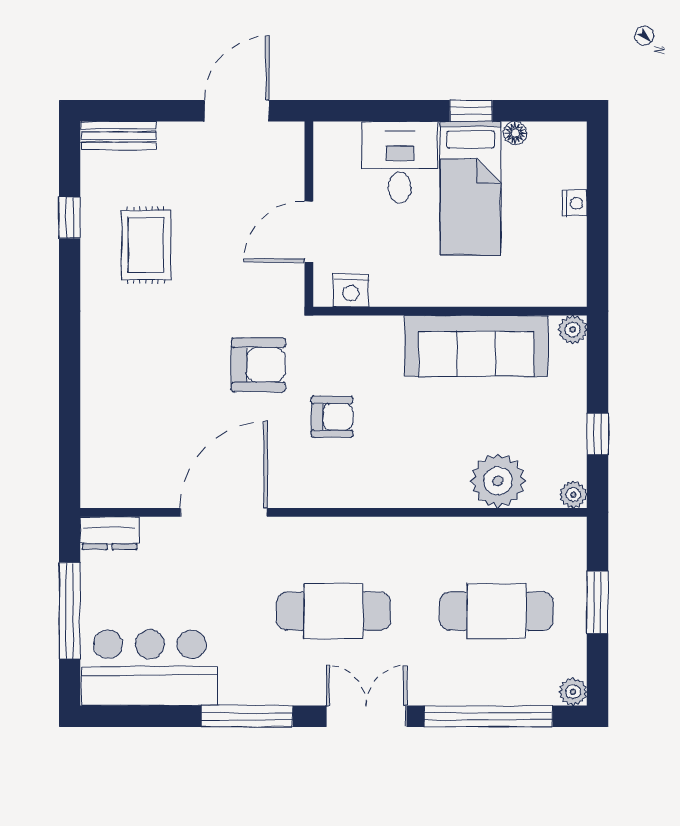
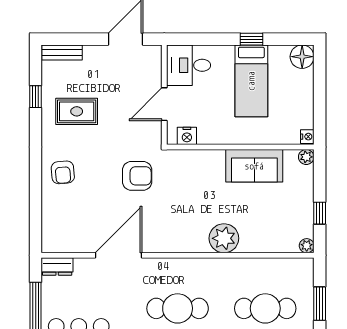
floor lamp: (515, 133) -> (302, 57), moved, width x1.89, depth x1.89
desk: (400, 162) -> (189, 65), moved, turned -90
nightstand: (575, 203) -> (307, 137), moved
rug: (146, 245) -> (77, 111), turned 90
sofa: (476, 346) -> (254, 166), width x0.73
armchair: (332, 417) -> (63, 172), moved, turned 85
plant: (498, 481) -> (224, 238), moved

